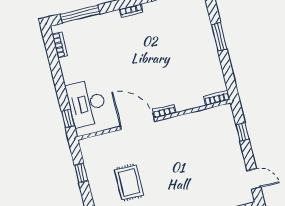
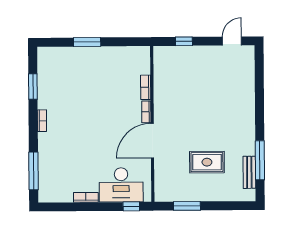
bookcase: (60, 45) -> (86, 197), moved
bookcase: (217, 98) -> (146, 87), moved
window: (81, 173) -> (187, 206), width x1.50

